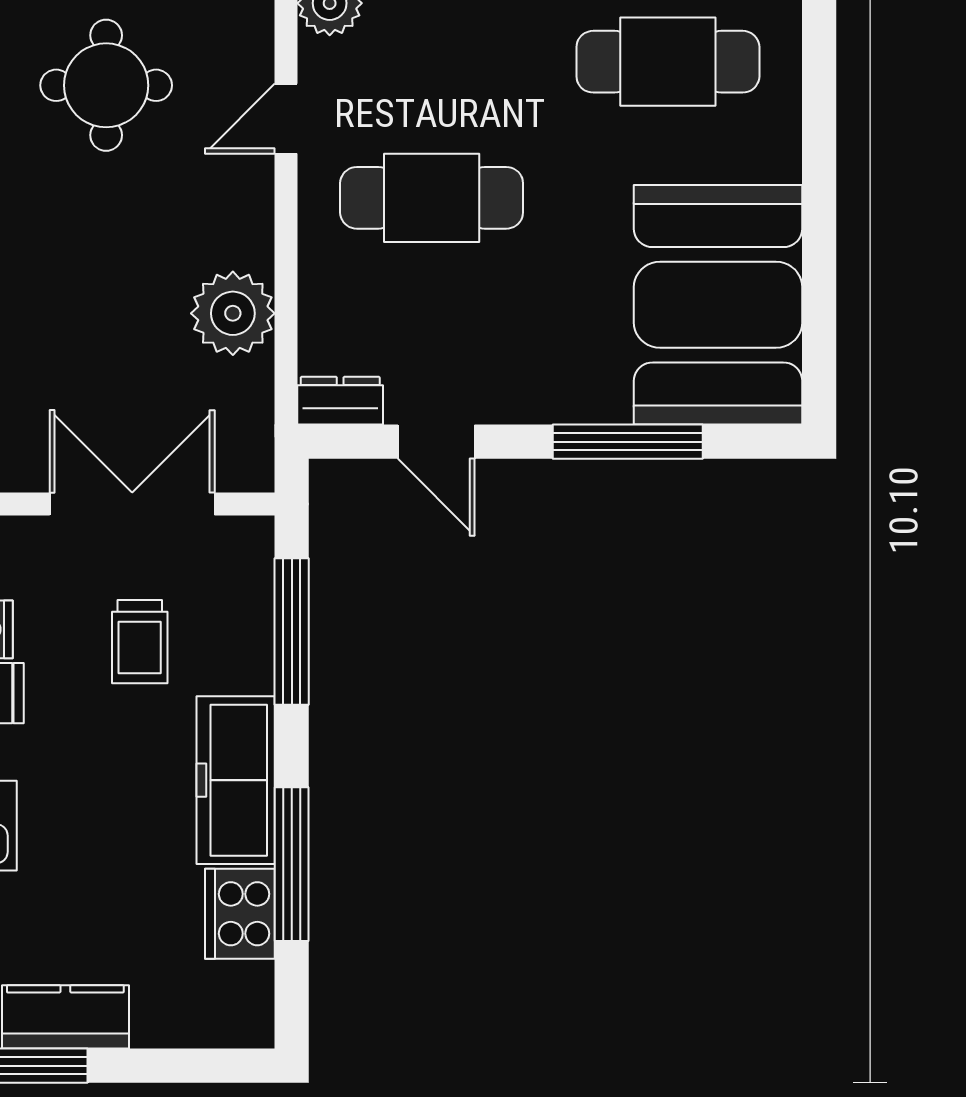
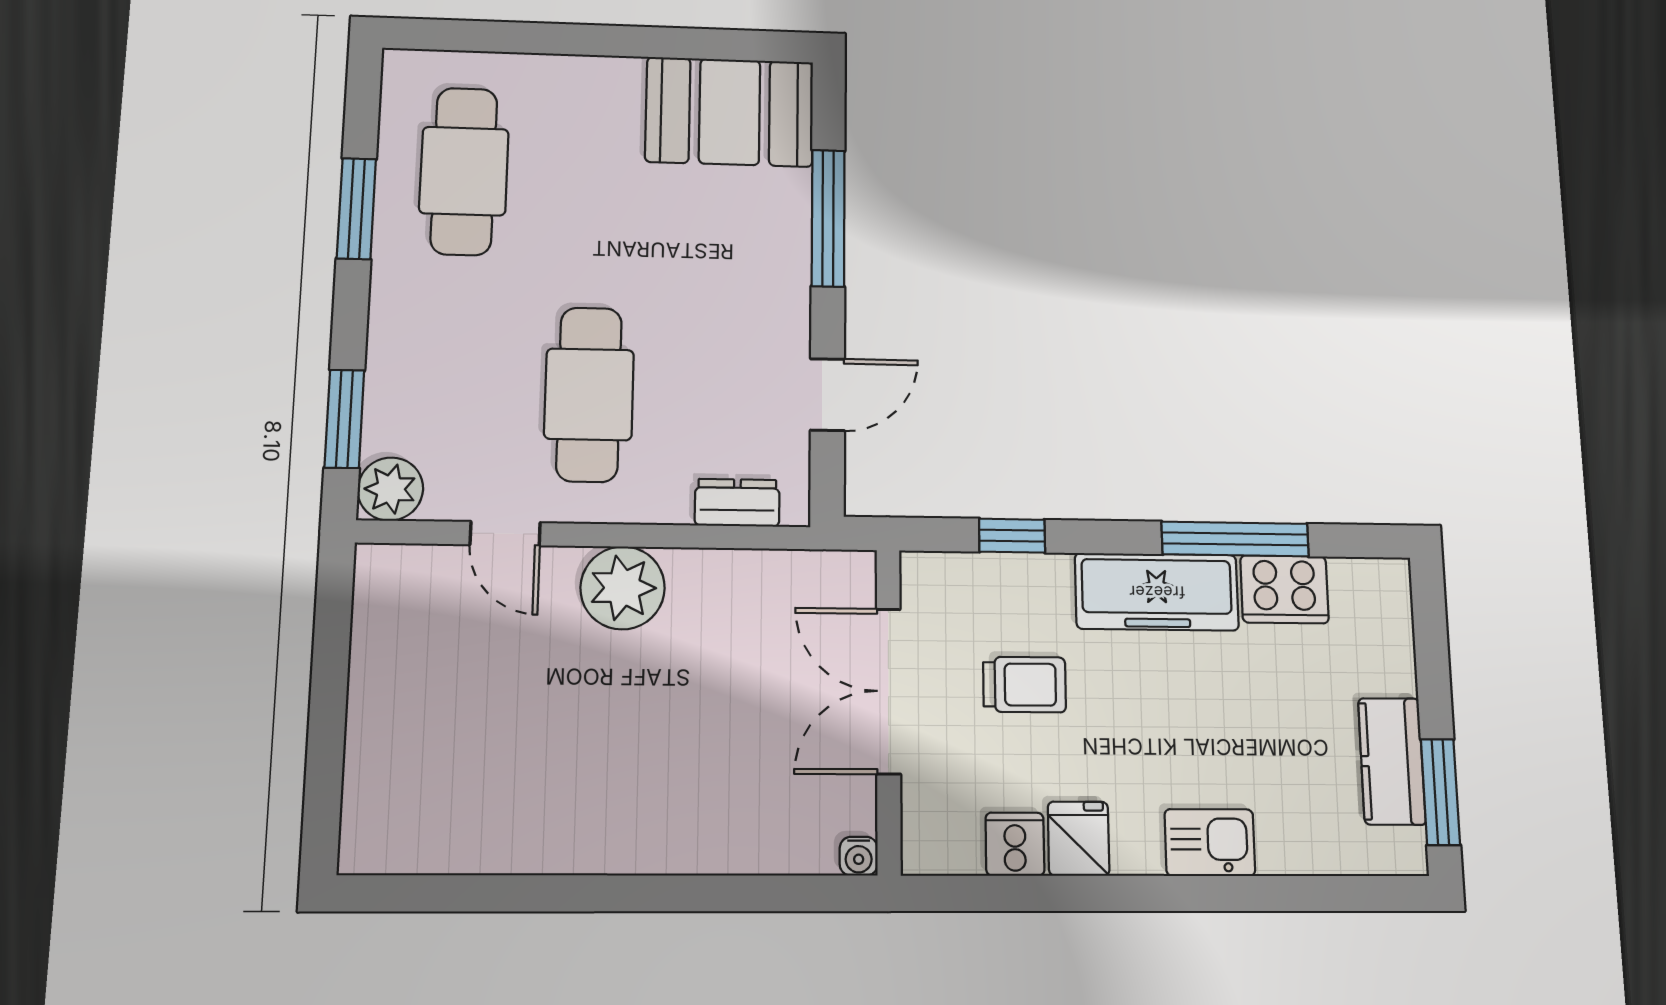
round table: (106, 85) -> (464, 714), removed
booth: (718, 305) -> (730, 112), width x0.73, depth x0.70
plant: (233, 313) -> (623, 588), moved
dresser: (340, 401) -> (737, 503), moved, turned 90
window: (292, 632) -> (1012, 536), width x0.46

